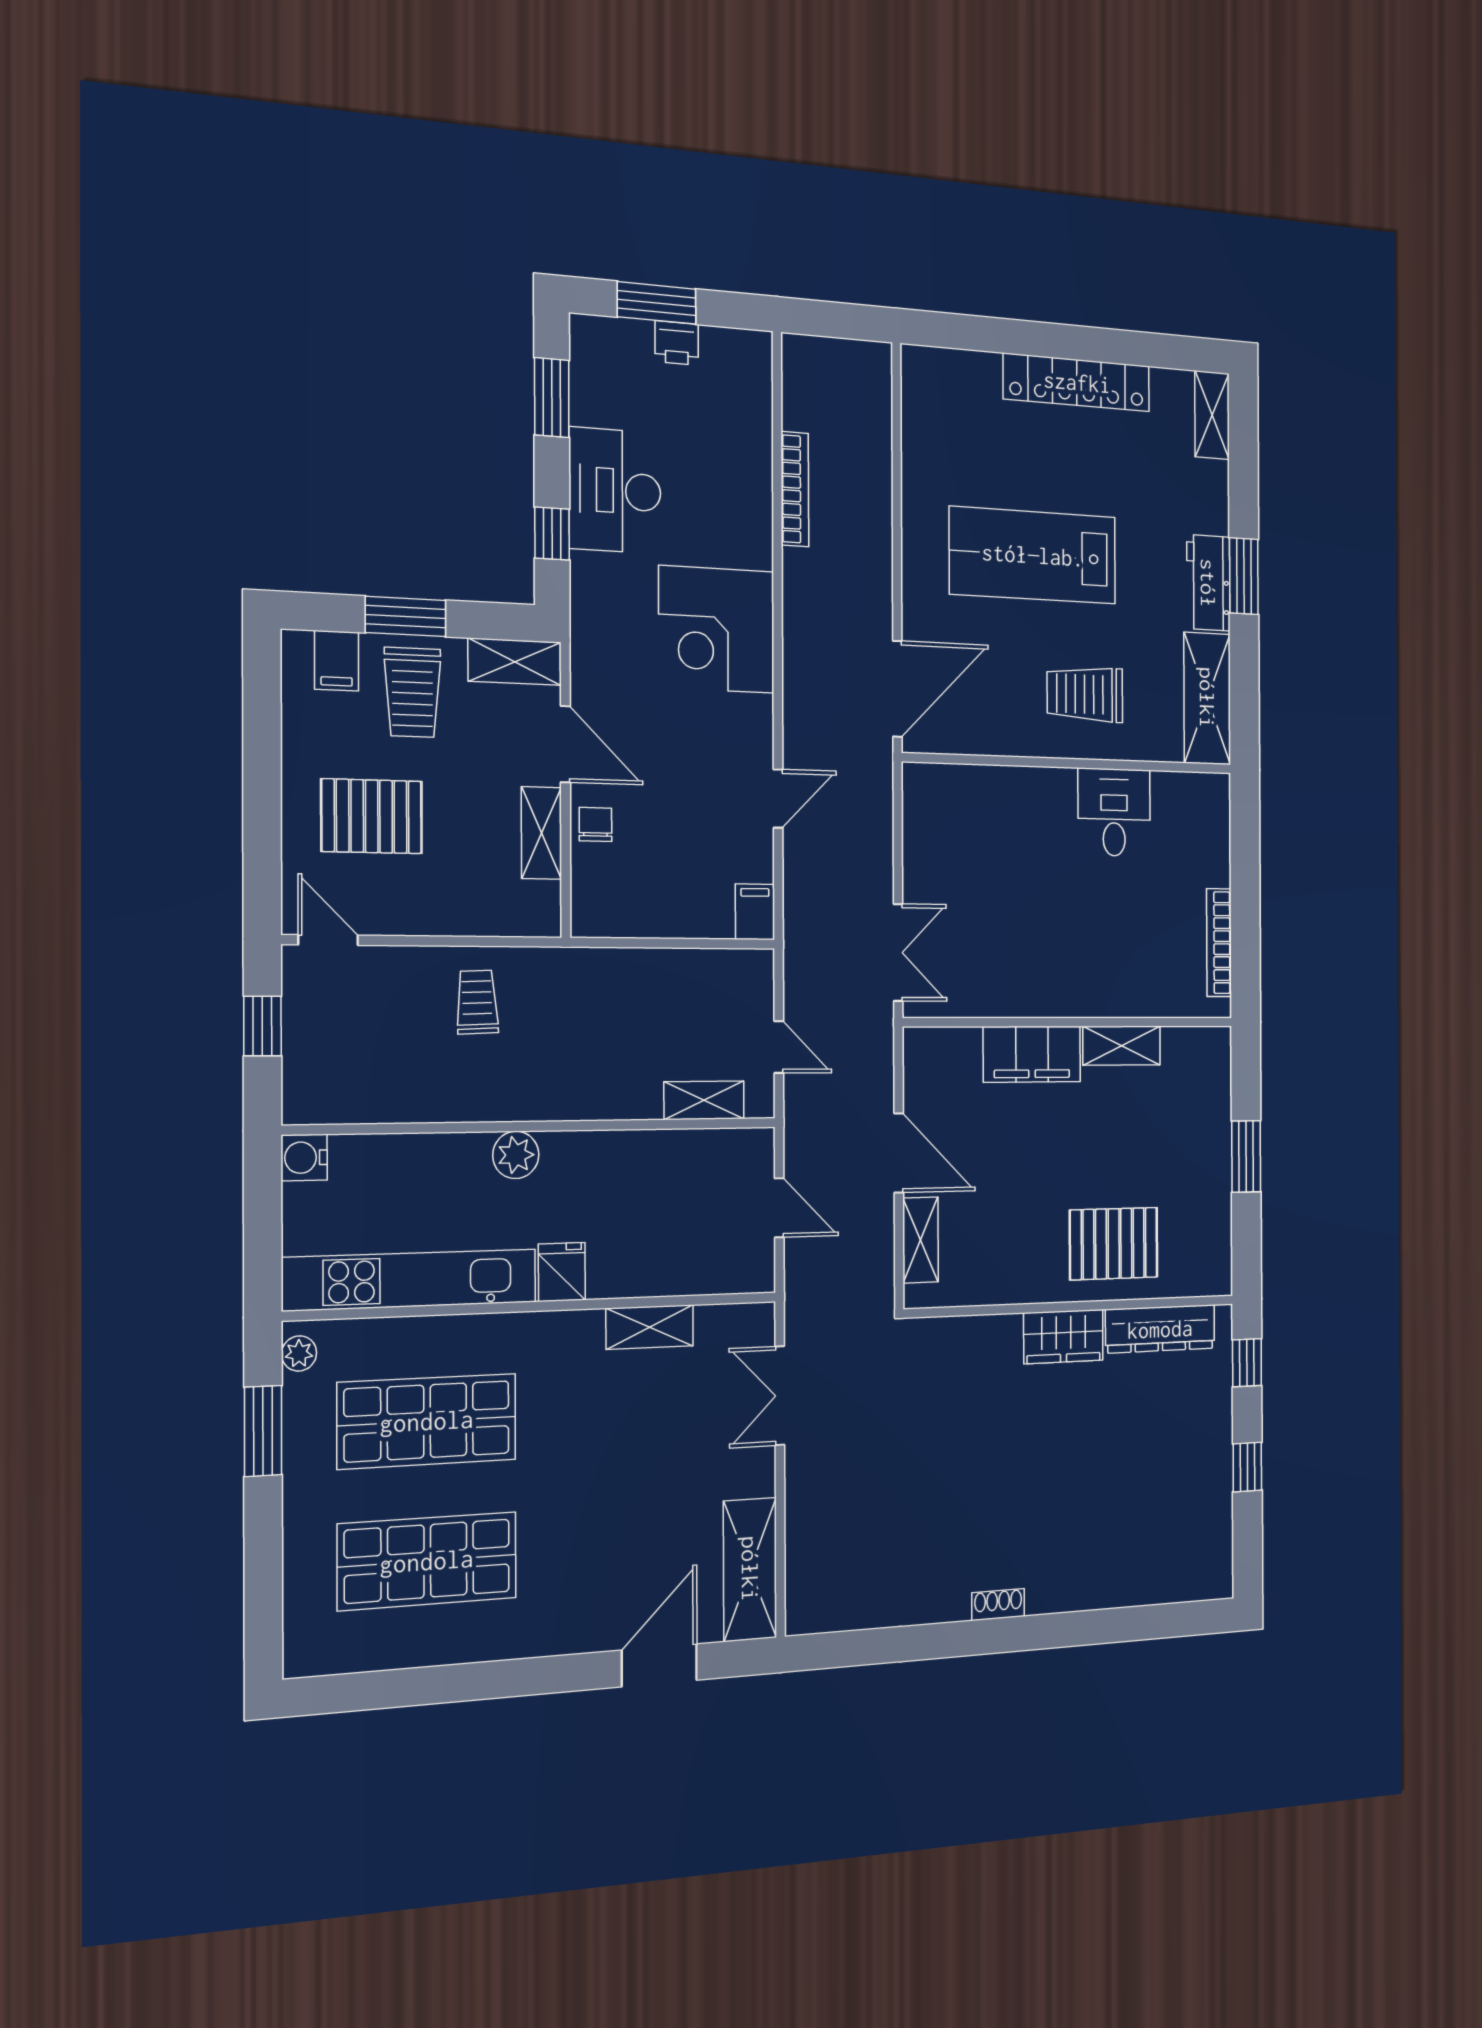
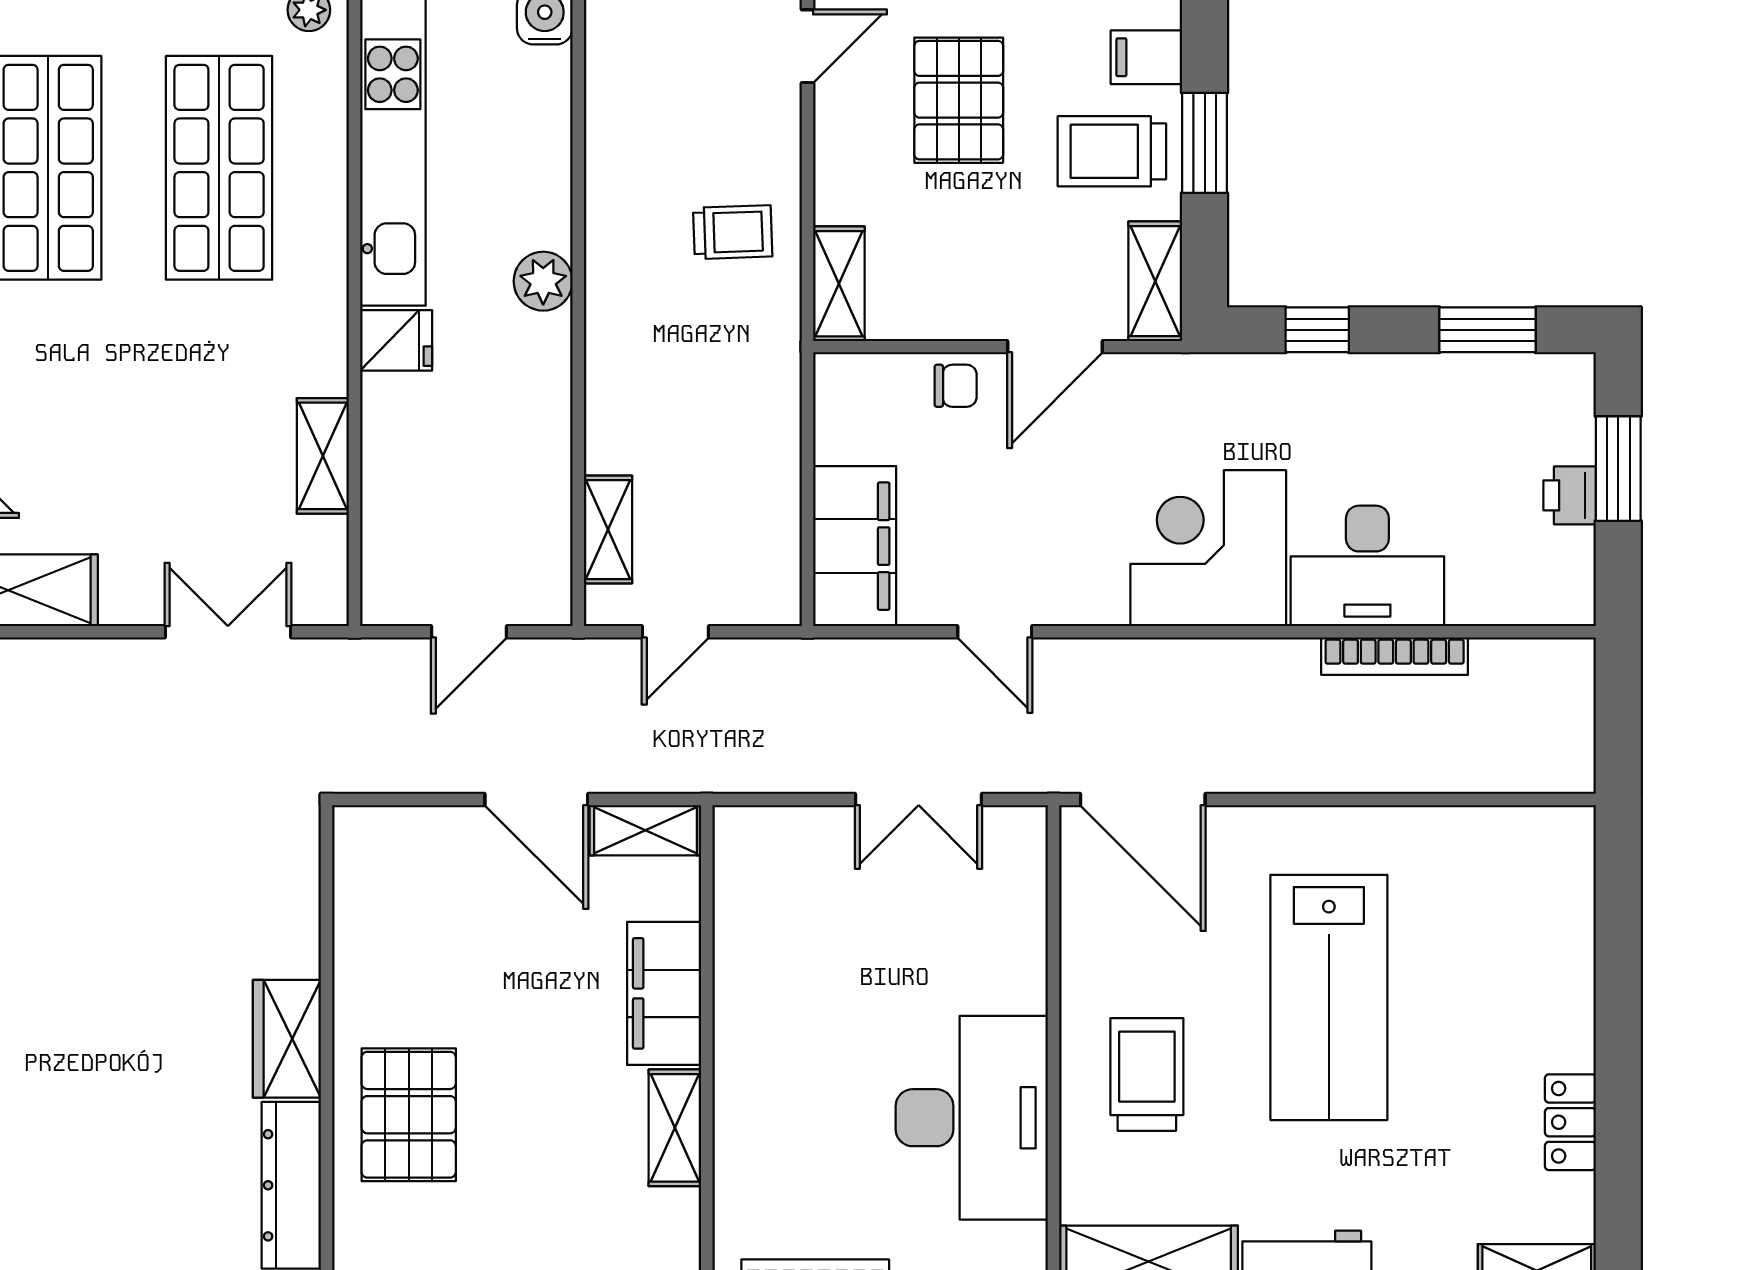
locker: (1077, 382) -> (1570, 1122), width x0.46, depth x0.83
desk: (615, 491) -> (1367, 566), moved, turned 180
lab bench: (1033, 555) -> (1329, 997), turned 180
desk: (1114, 812) -> (972, 1118), width x1.87, depth x1.30
shelving: (541, 833) -> (839, 284), moved, turned 90
filing cabinet: (755, 912) -> (855, 546), width x3.00, depth x1.17
double door: (898, 953) -> (919, 800), moved
door: (899, 1153) -> (536, 800), hinge flipped
shelving: (921, 1240) -> (645, 830), moved

